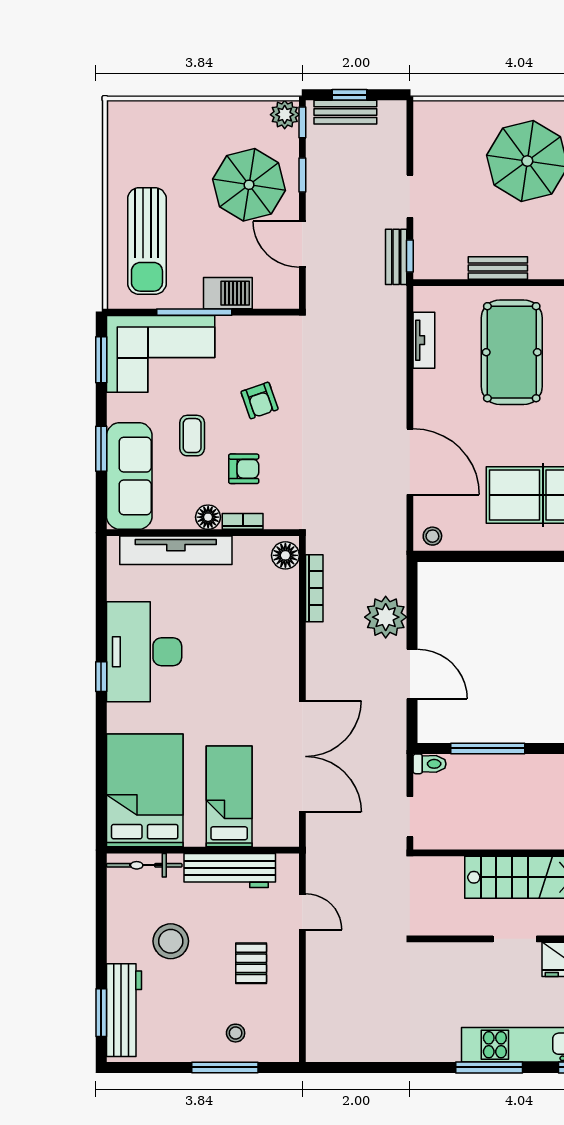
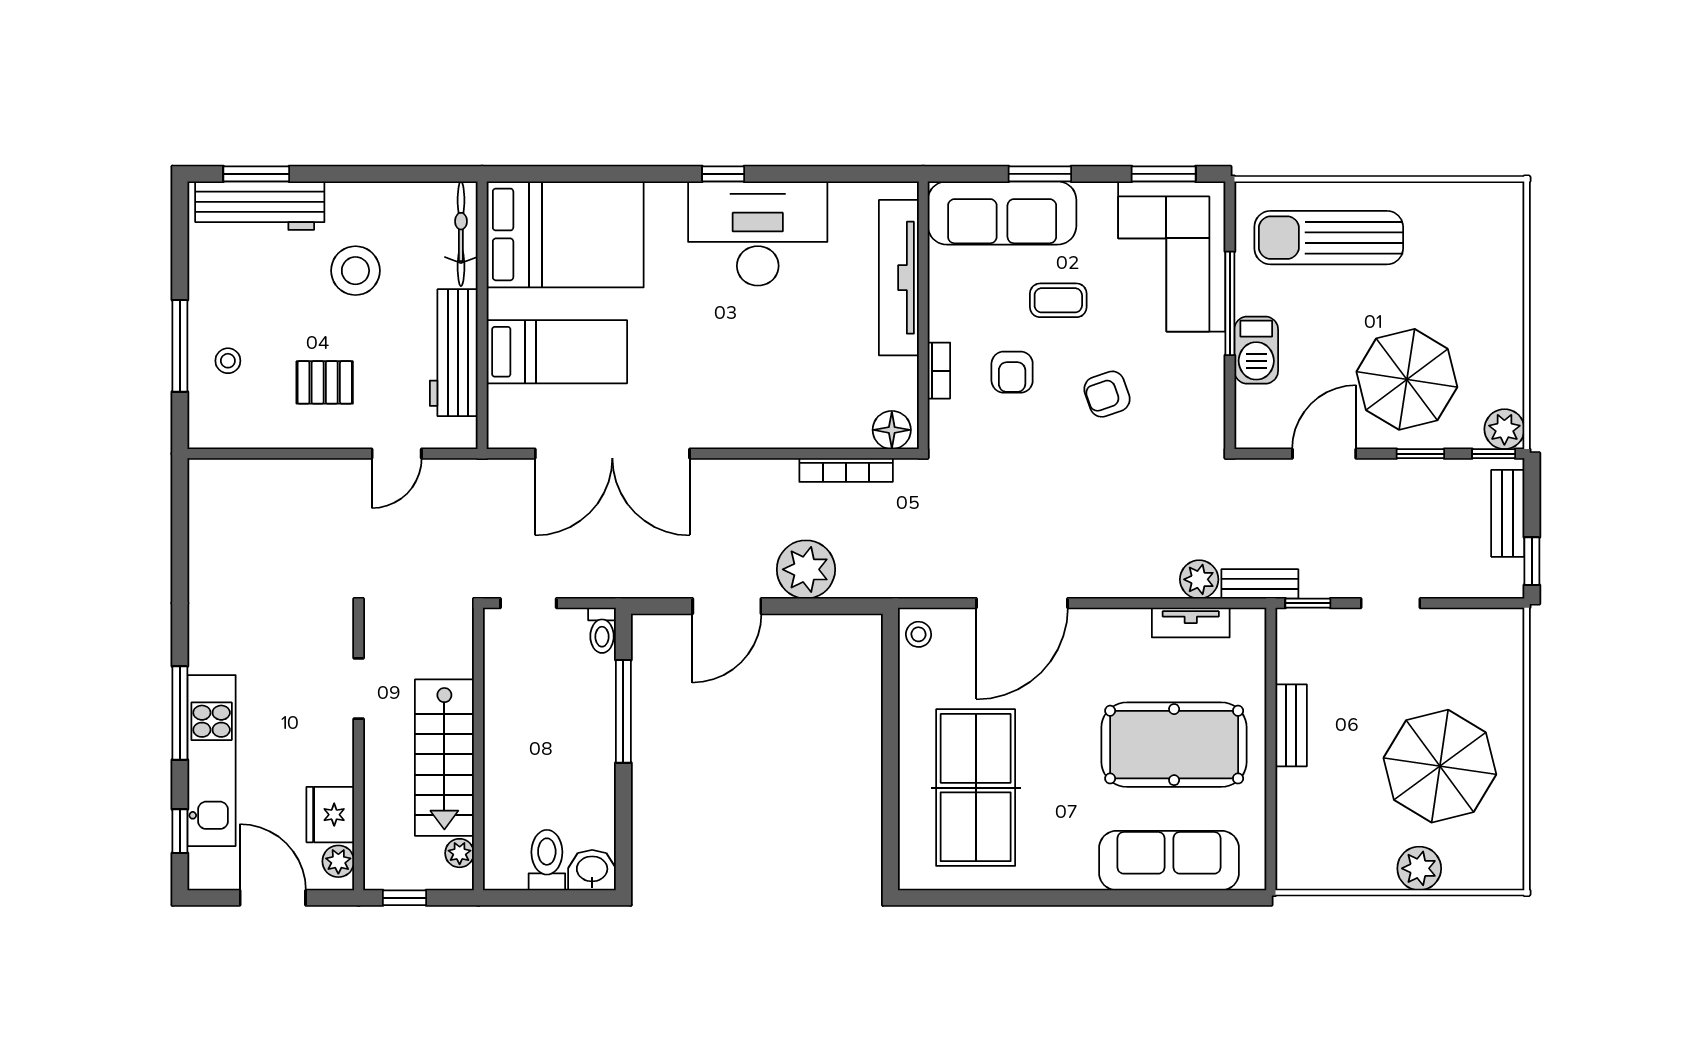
window: (350, 95) -> (1532, 561), moved
bench: (396, 257) -> (1260, 584), moved
plant: (393, 334) -> (1199, 579), added
floor lamp: (208, 517) -> (945, 322), removed
doorway: (515, 939) -> (359, 689), moved

